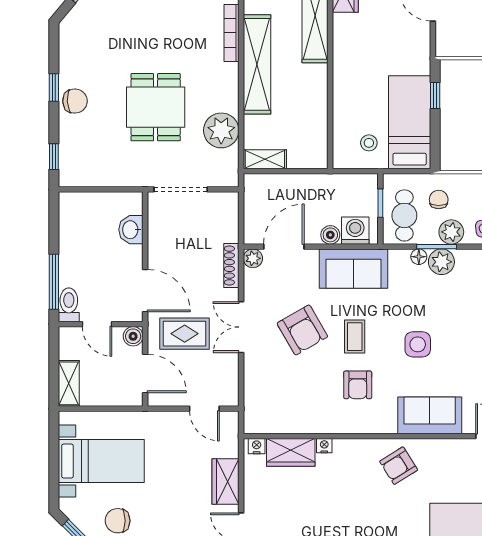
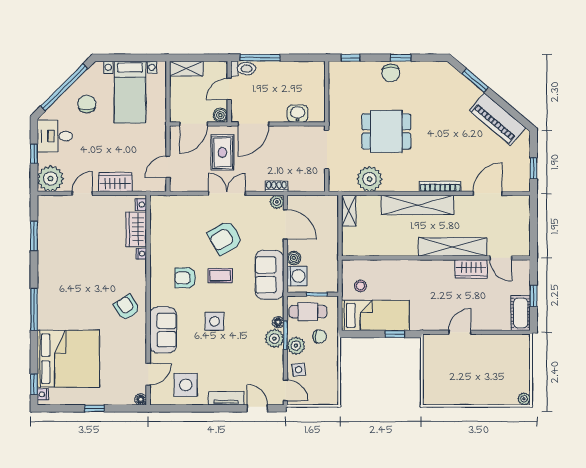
shoe rack: (231, 266) -> (276, 186), width x0.70

